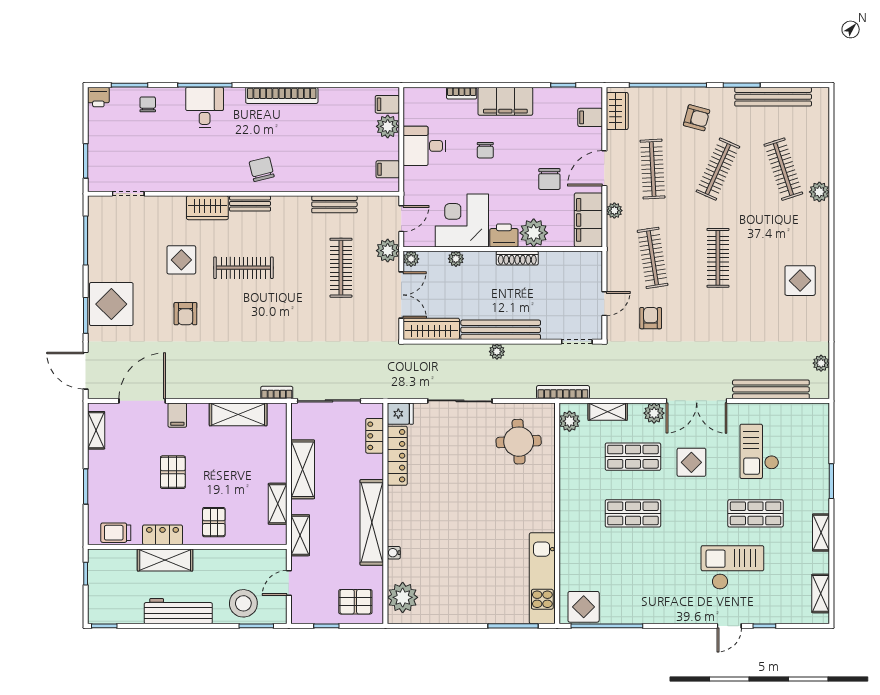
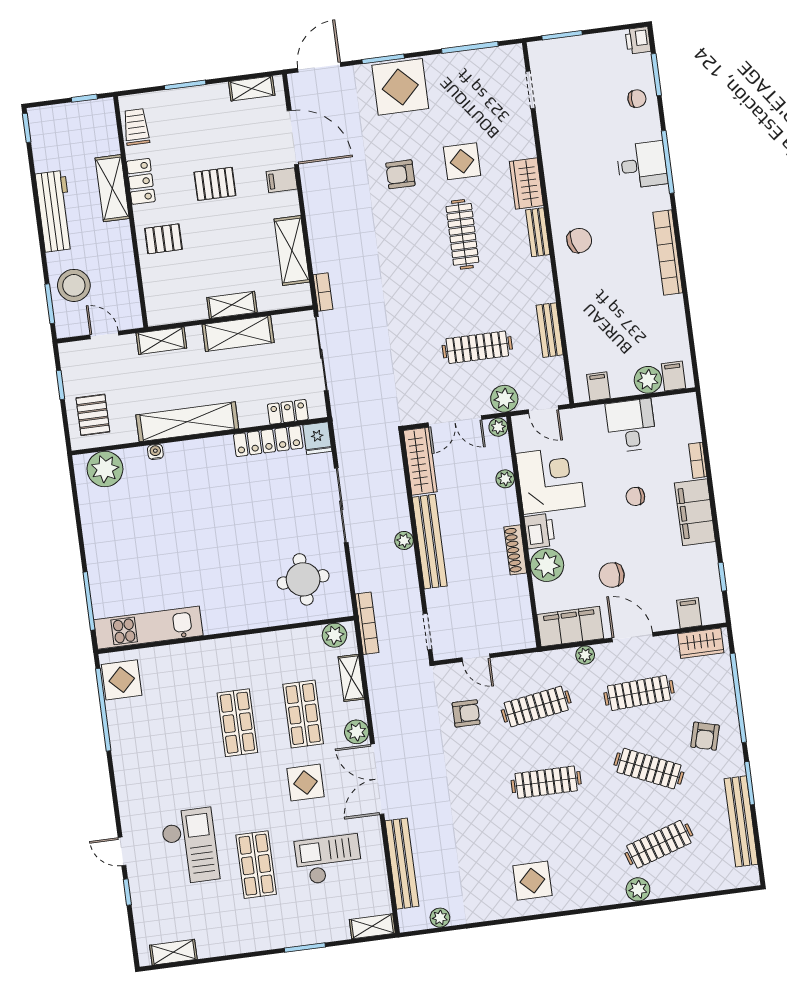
shelving: (278, 504) -> (232, 305), moved
shelving: (821, 533) -> (372, 926), moved

